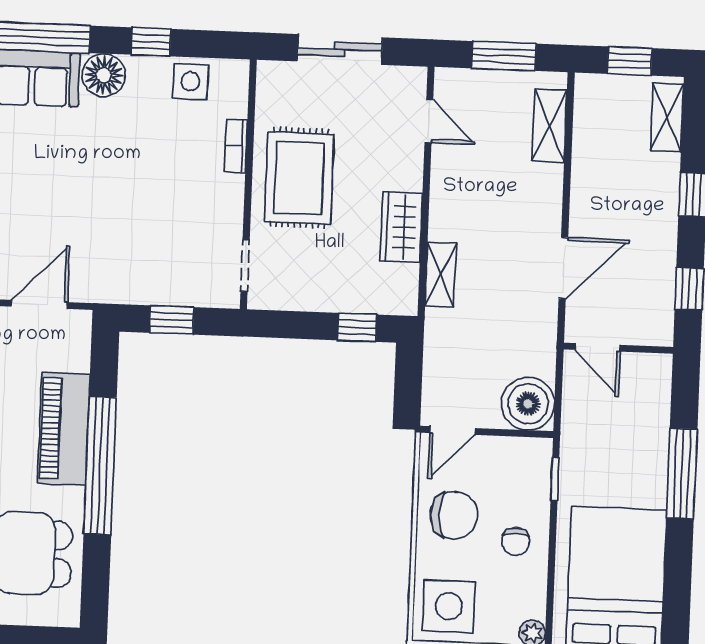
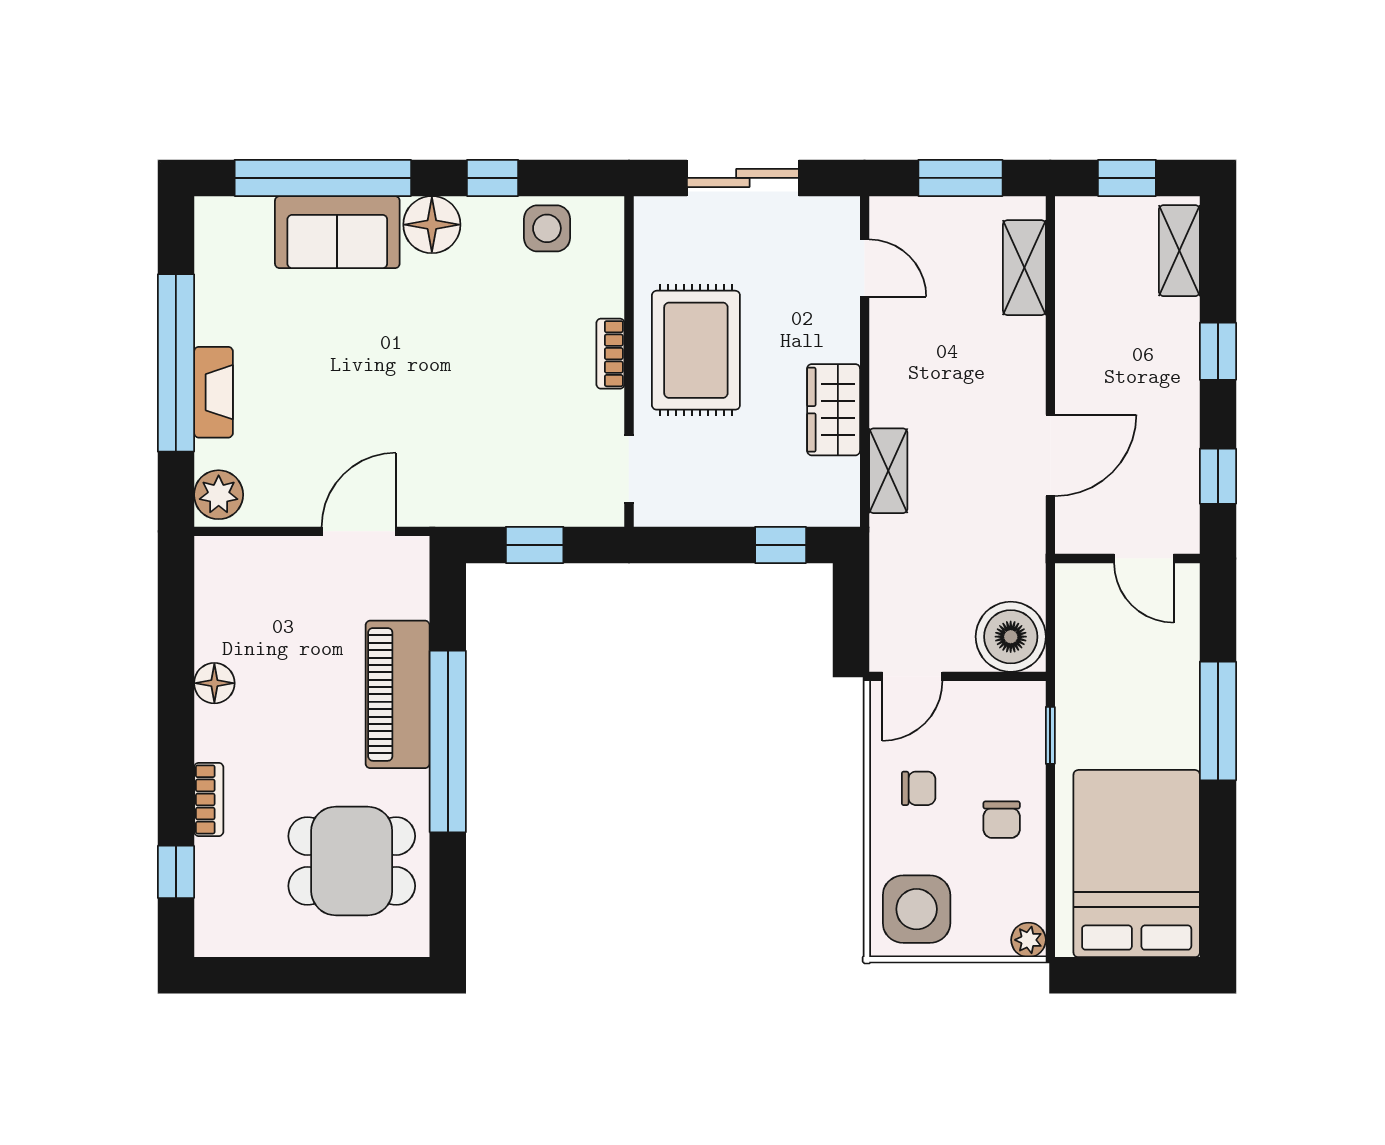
bookcase: (236, 146) -> (610, 354), moved
door: (598, 347) -> (1144, 559), moved
chair: (454, 515) -> (919, 788), width x0.54, depth x0.54

